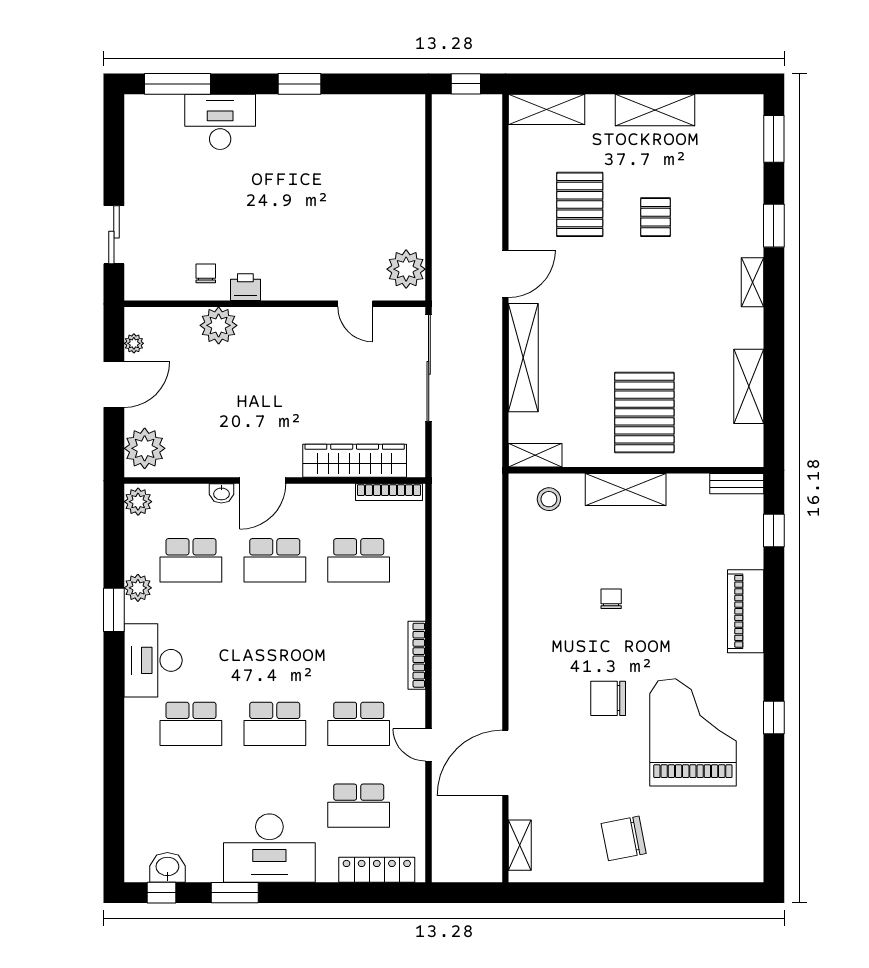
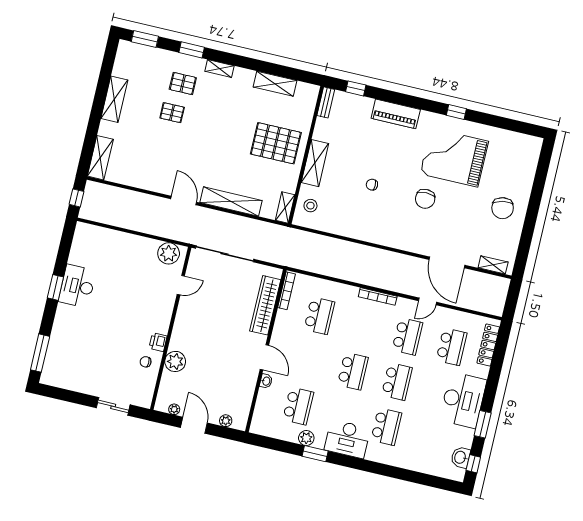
desk: (220, 122) -> (77, 286), moved
pallet: (580, 204) -> (183, 84), moved, width x0.67, depth x0.71
plant: (145, 448) -> (226, 421), width x0.53, depth x0.53
plant: (138, 502) -> (260, 427), removed
school desk: (275, 560) -> (353, 371), moved

